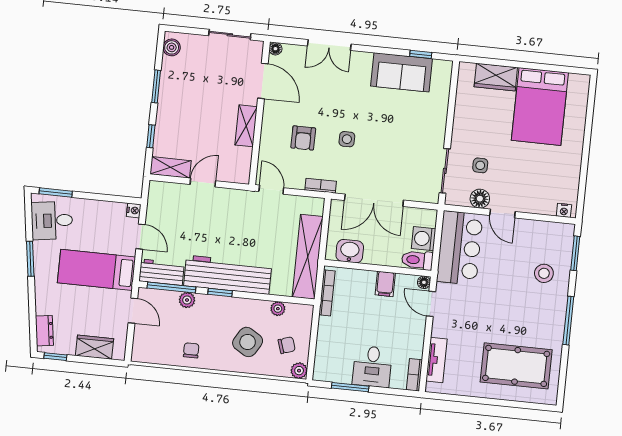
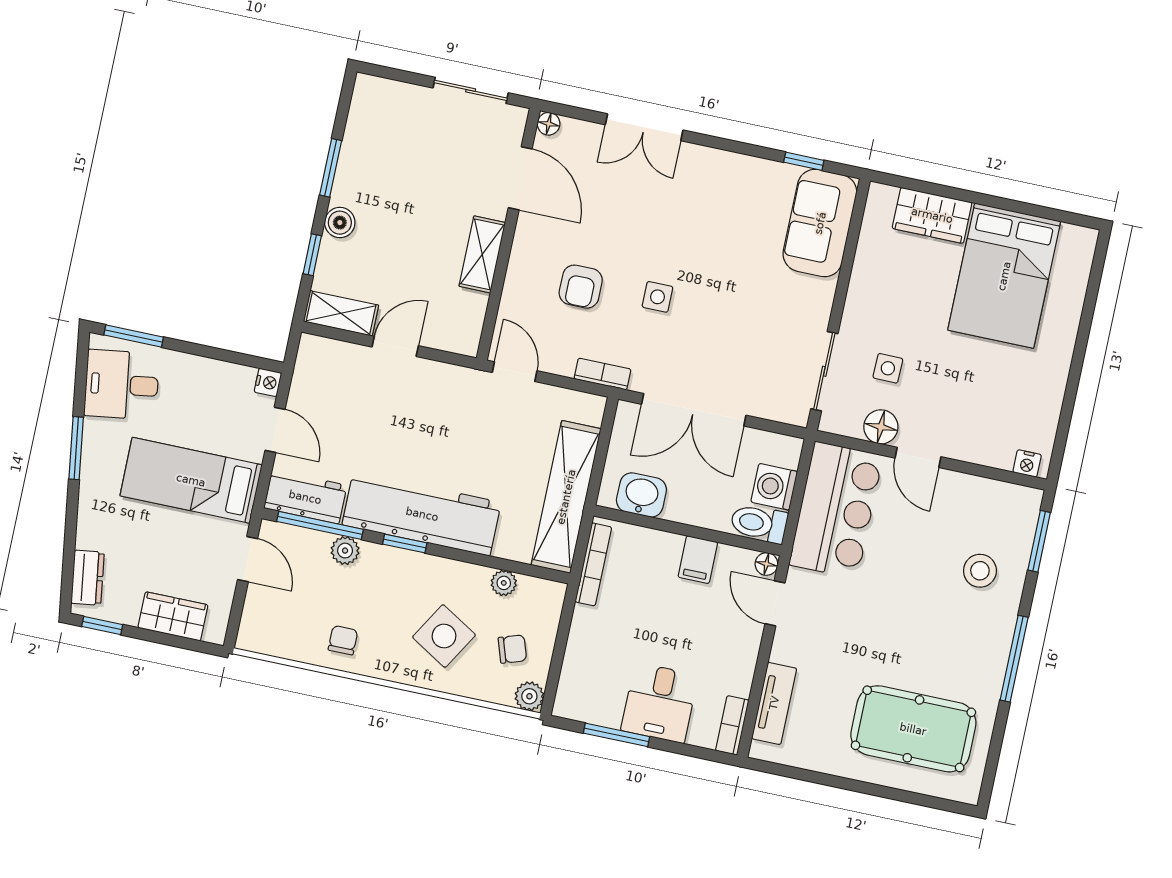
boiler: (172, 47) -> (340, 223), moved
sofa: (401, 72) -> (820, 223), moved, turned 90

